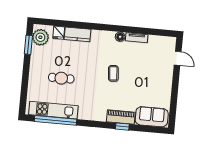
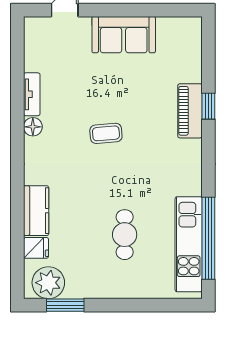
sofa: (152, 117) -> (124, 35), moved, turned -90

